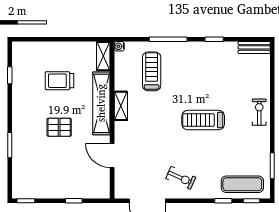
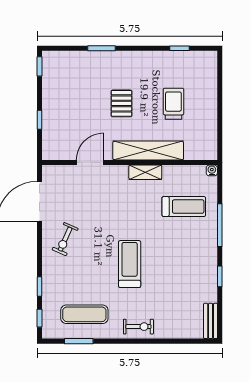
shelving: (103, 56) -> (201, 153), removed
exercise mat: (242, 184) -> (84, 314), moved, turned 90

